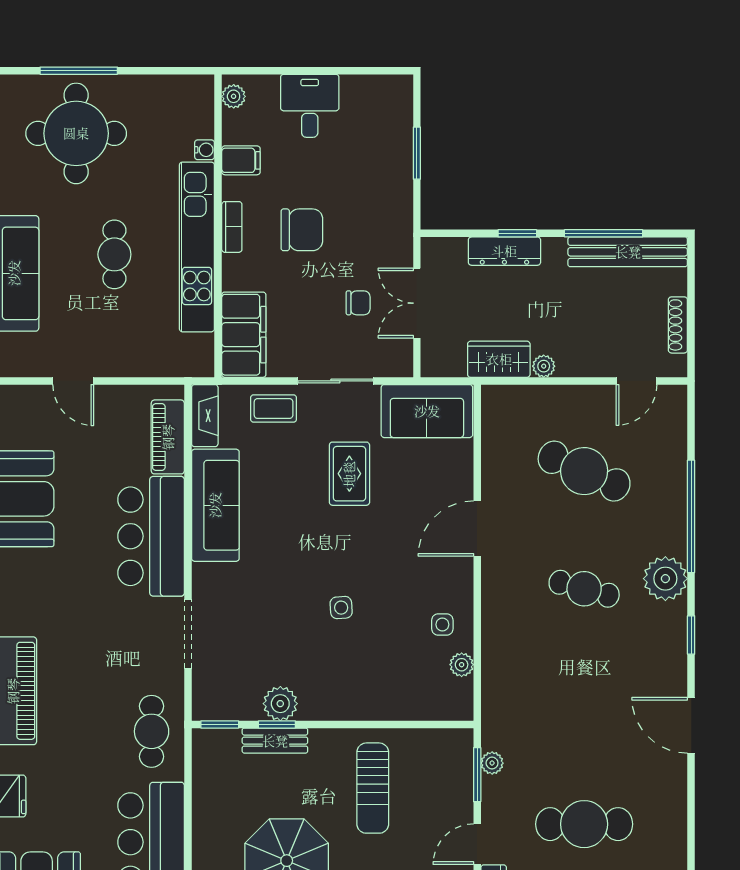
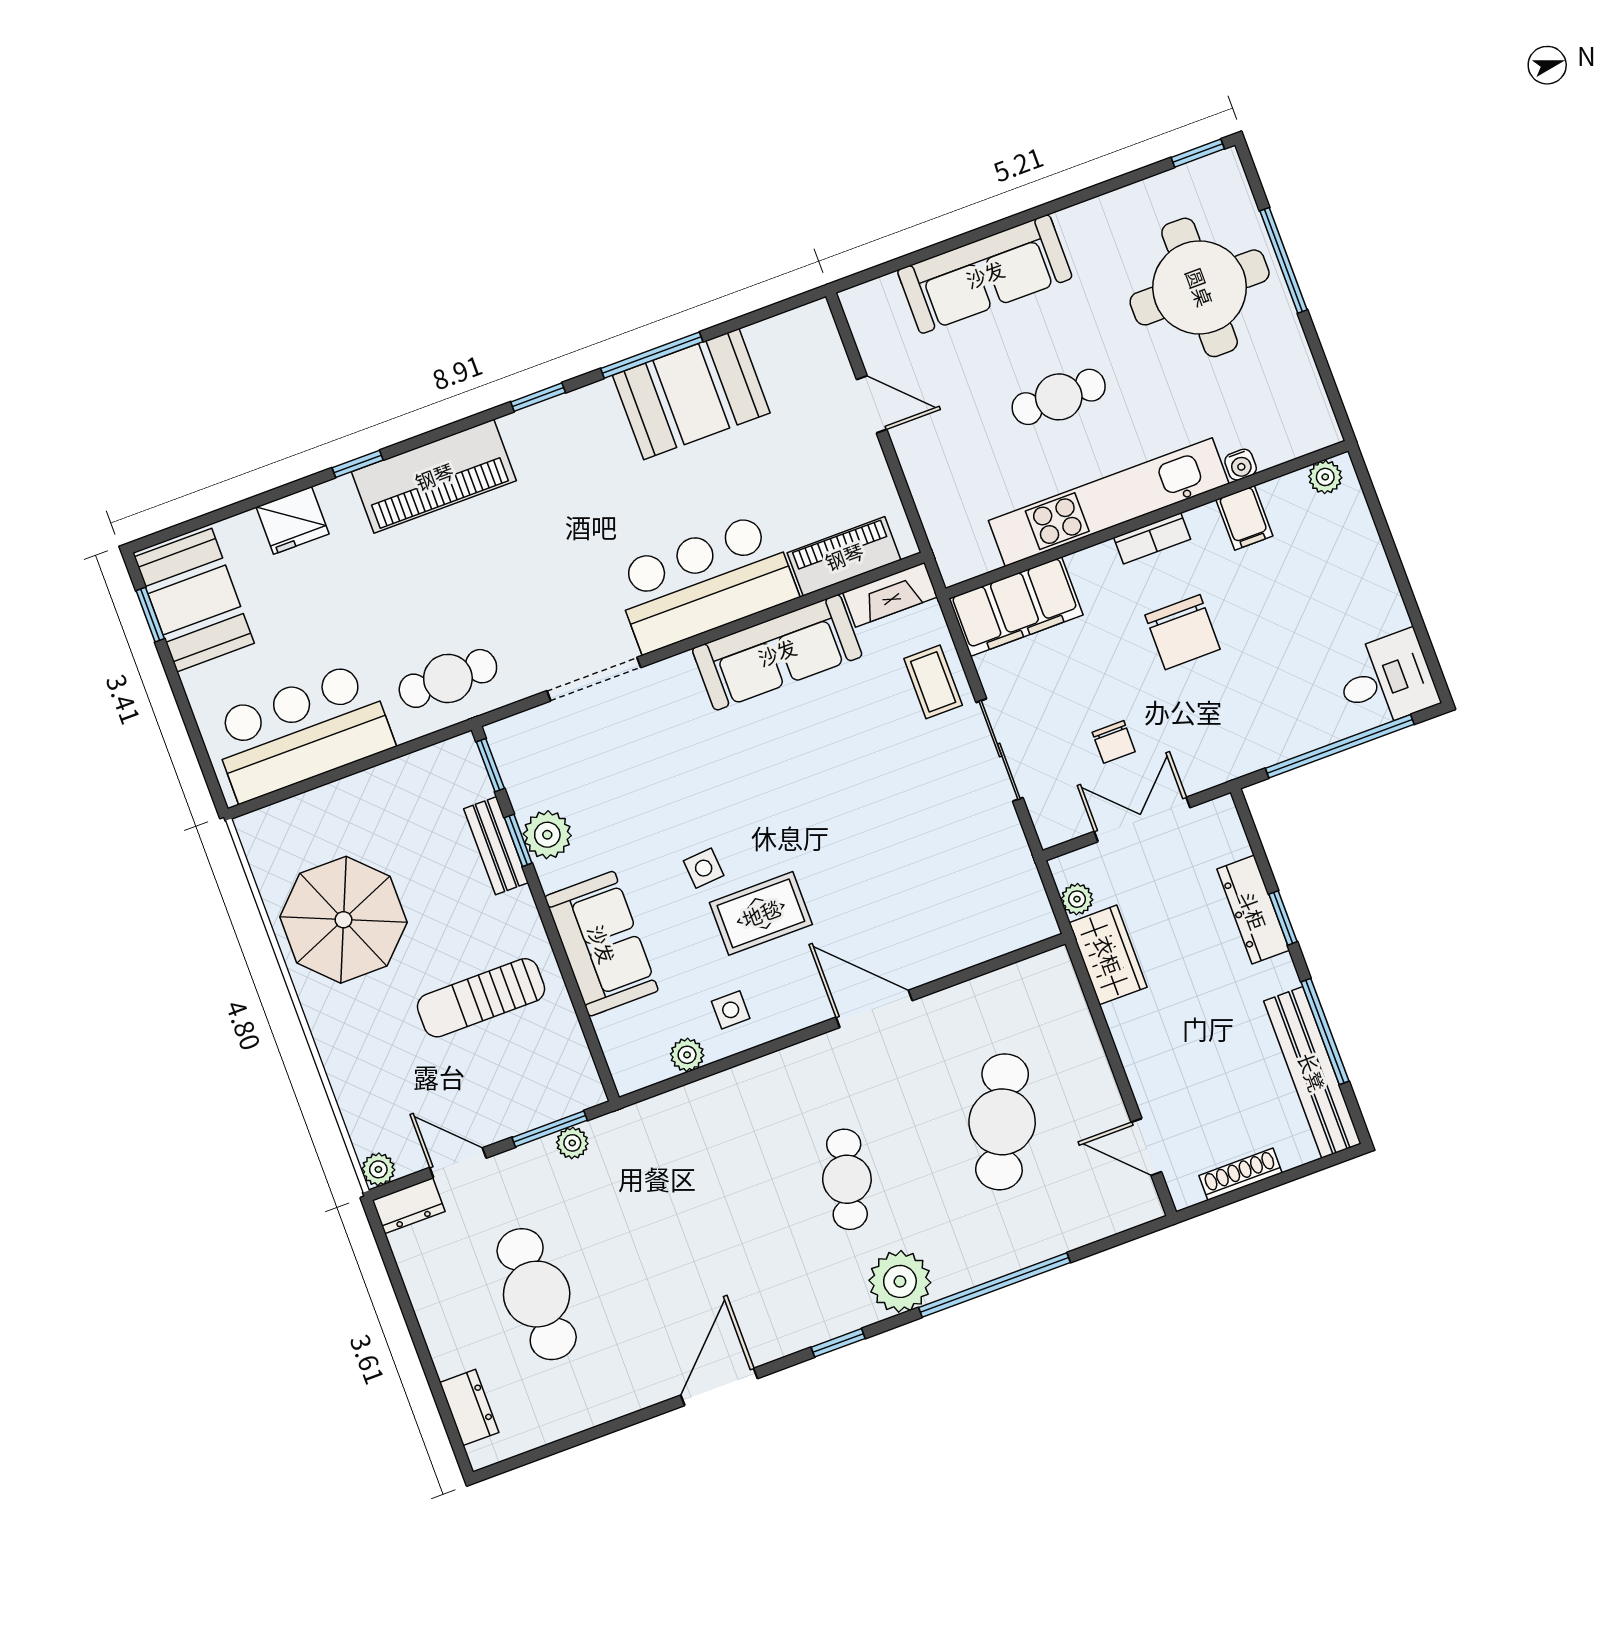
desk: (310, 106) -> (1386, 680), moved
window: (417, 153) -> (1340, 746), width x2.11
plant: (544, 366) -> (1077, 899), moved
door: (73, 381) -> (872, 404), swing flipped
sofa: (427, 411) -> (602, 944), moved, turned 180
rug: (349, 474) -> (761, 913), moved

